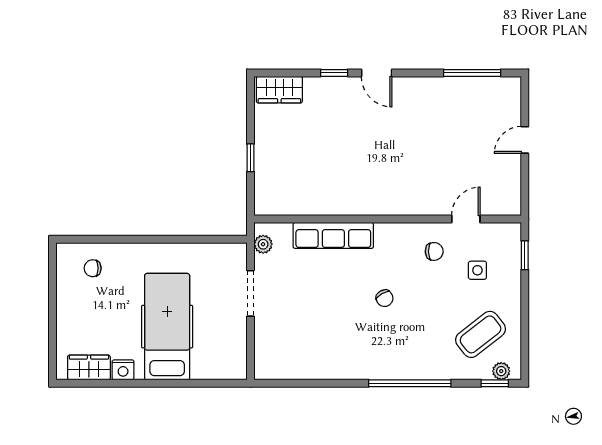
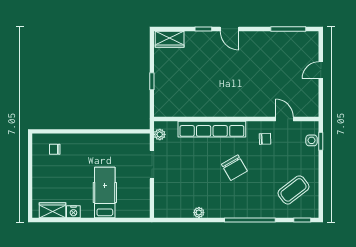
door: (466, 219) -> (284, 119), hinge flipped
row of seats: (333, 235) -> (212, 129), width x1.36
side table: (477, 270) -> (312, 140), moved
chair: (385, 298) -> (234, 168), width x1.87, depth x1.87
hospital bed: (167, 327) -> (105, 193), width x0.73, depth x0.78
plant: (501, 371) -> (199, 213), moved

